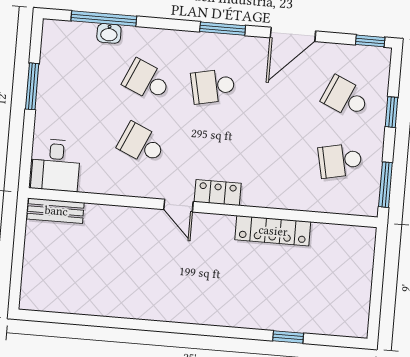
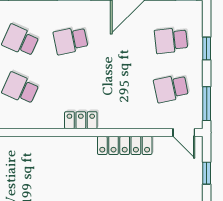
school desk: (345, 97) -> (171, 40), turned -30
door: (178, 206) -> (184, 132), moved
window: (378, 276) -> (207, 173), added

